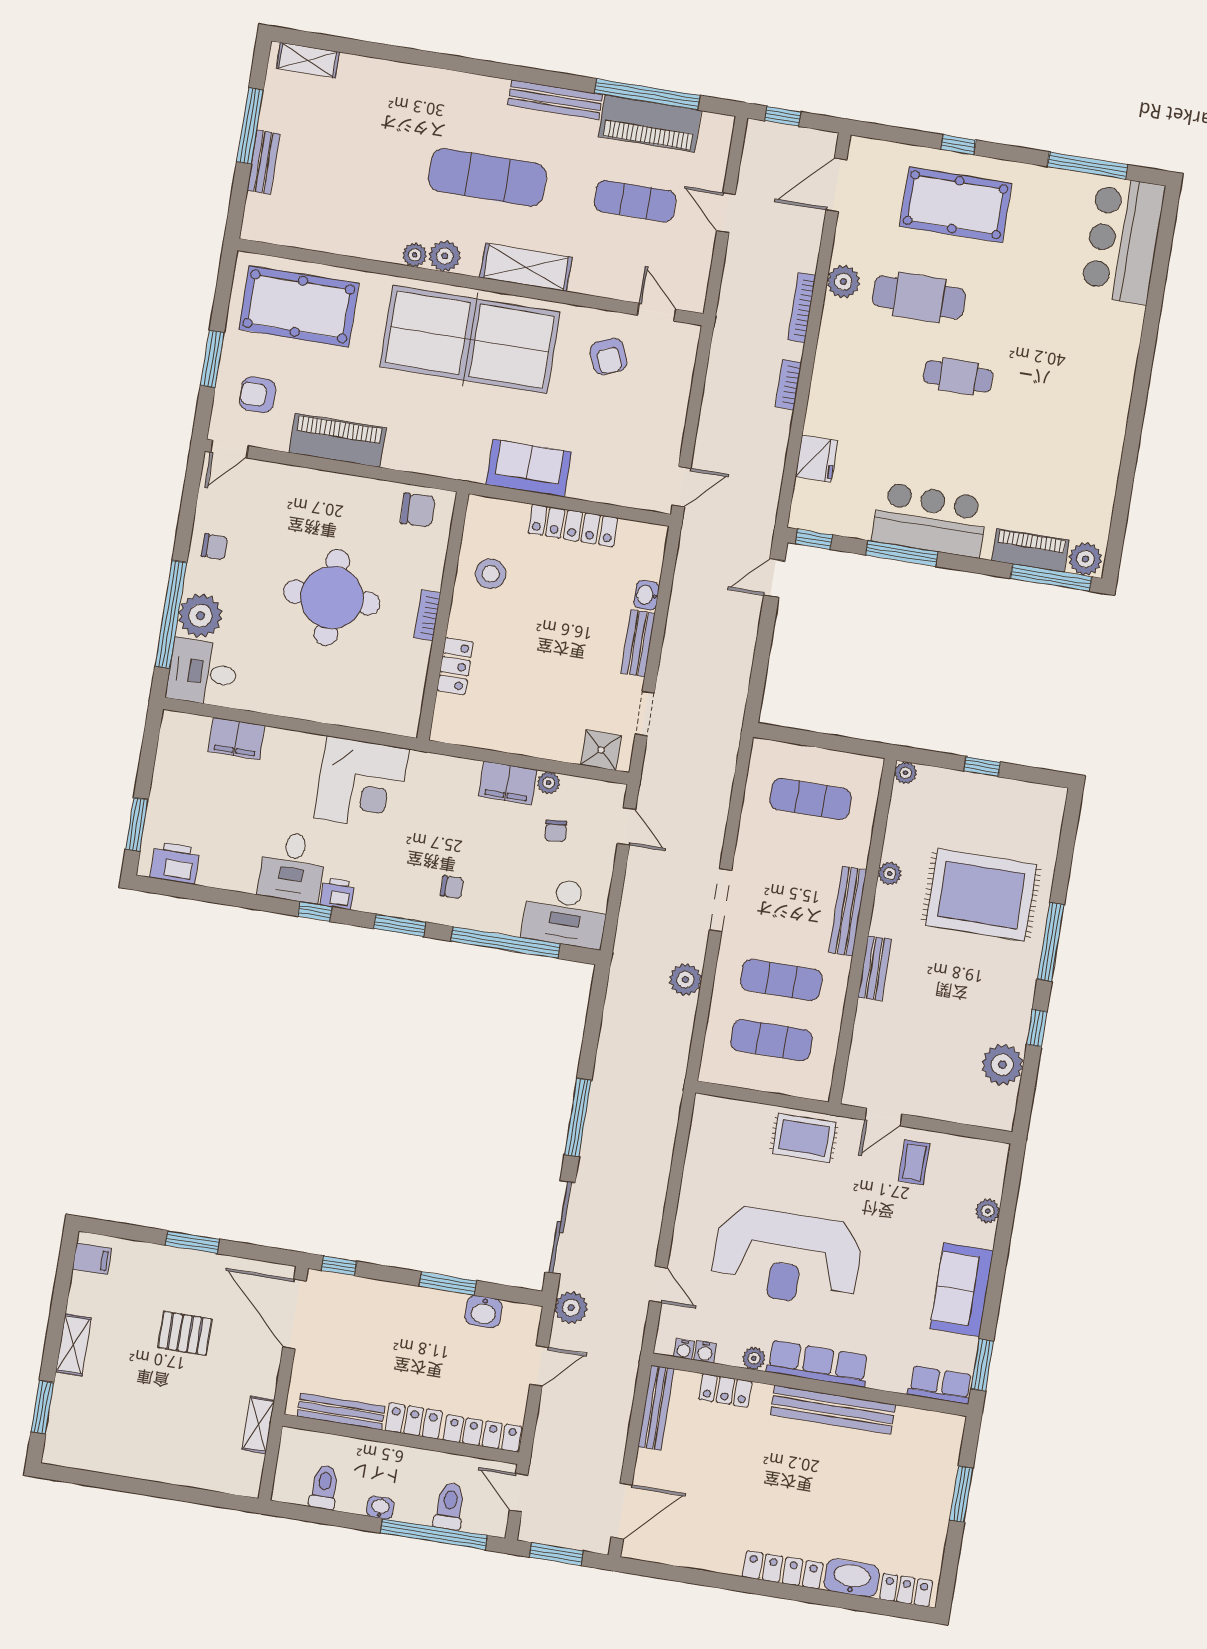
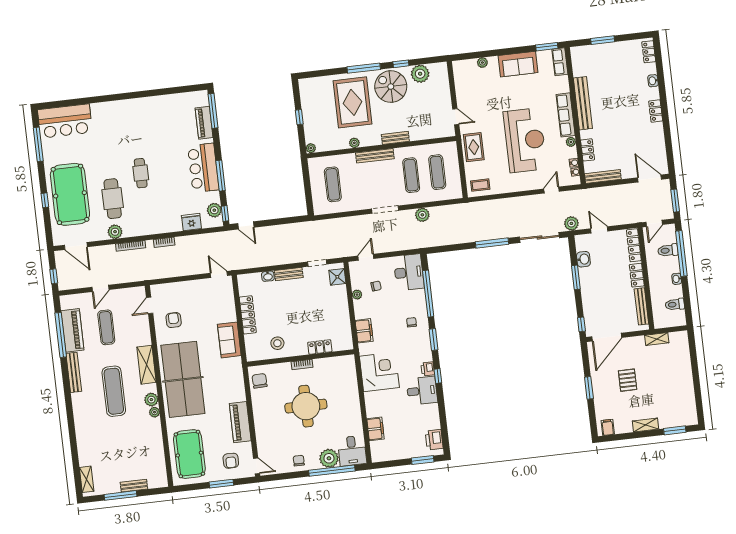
pool table: (956, 205) -> (70, 194), width x1.36, depth x1.32
armchair: (609, 356) -> (174, 320), turned -68
plant: (1085, 559) -> (214, 210), moved
filing cabinet: (508, 783) -> (364, 331), moved
spiral stairs: (992, 991) -> (391, 87), added
coffee table: (914, 1162) -> (480, 185), moved
locker: (783, 1570) -> (656, 111), width x0.66
washbasin: (852, 1578) -> (653, 81), width x0.52, depth x0.69

